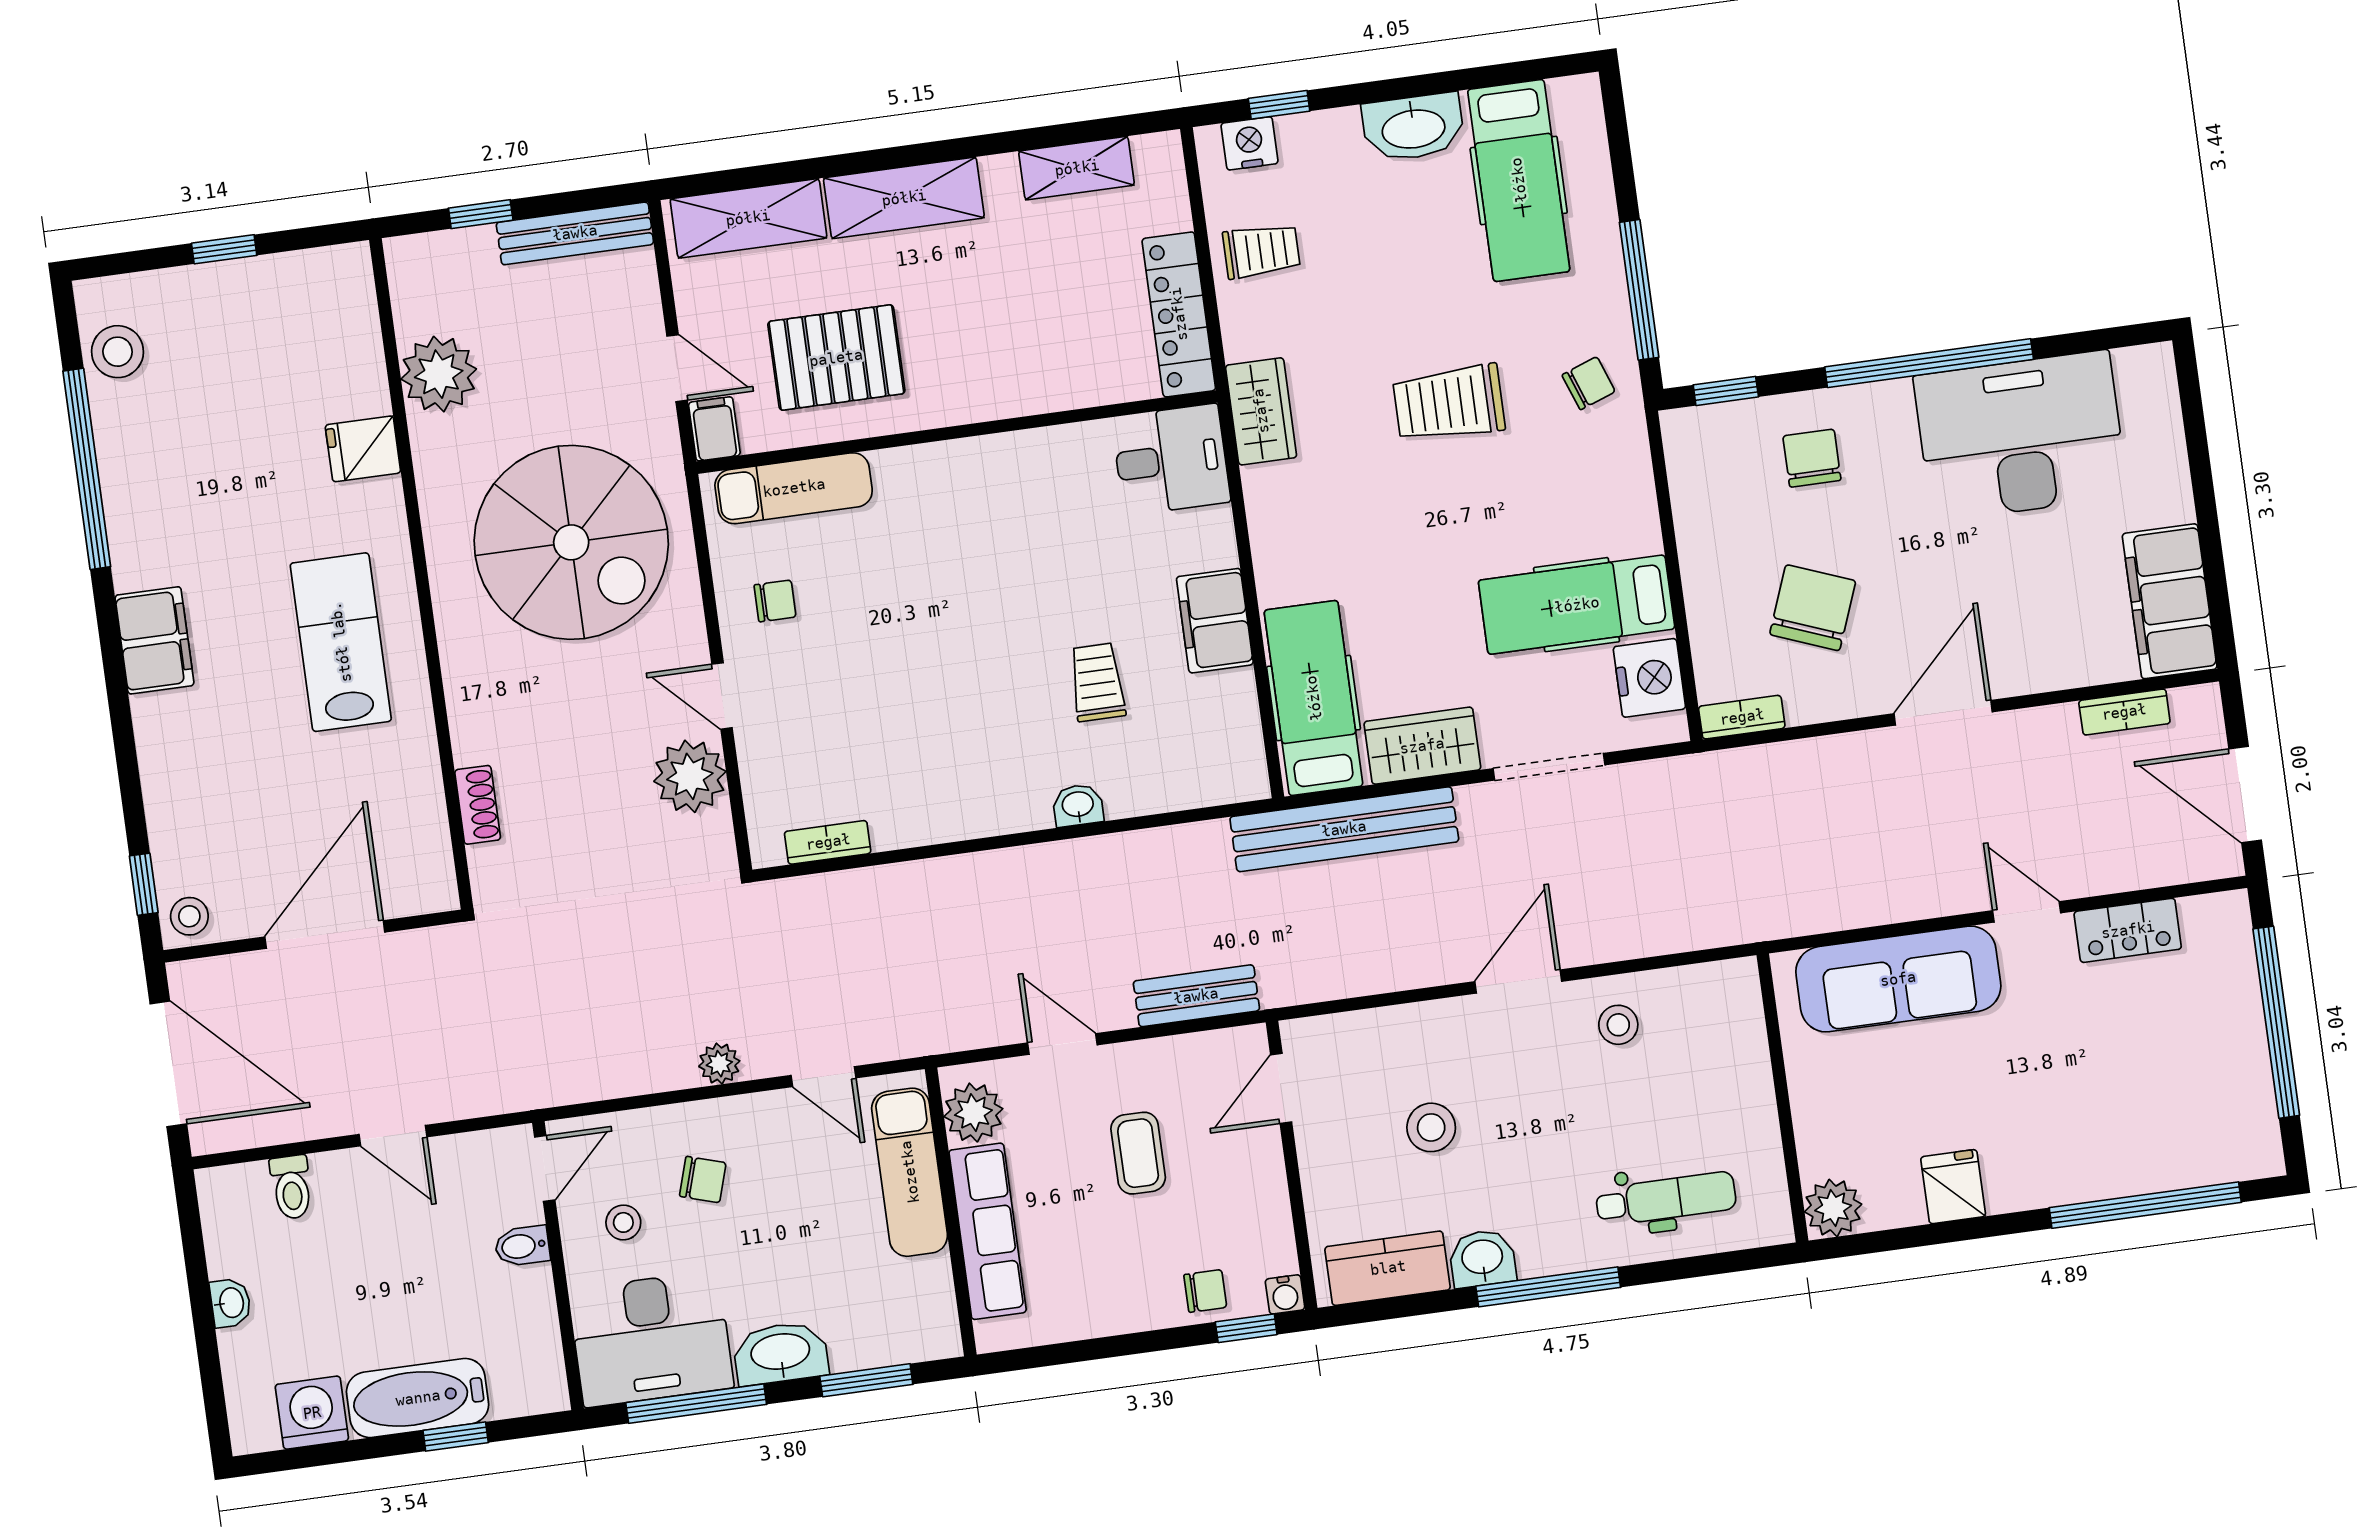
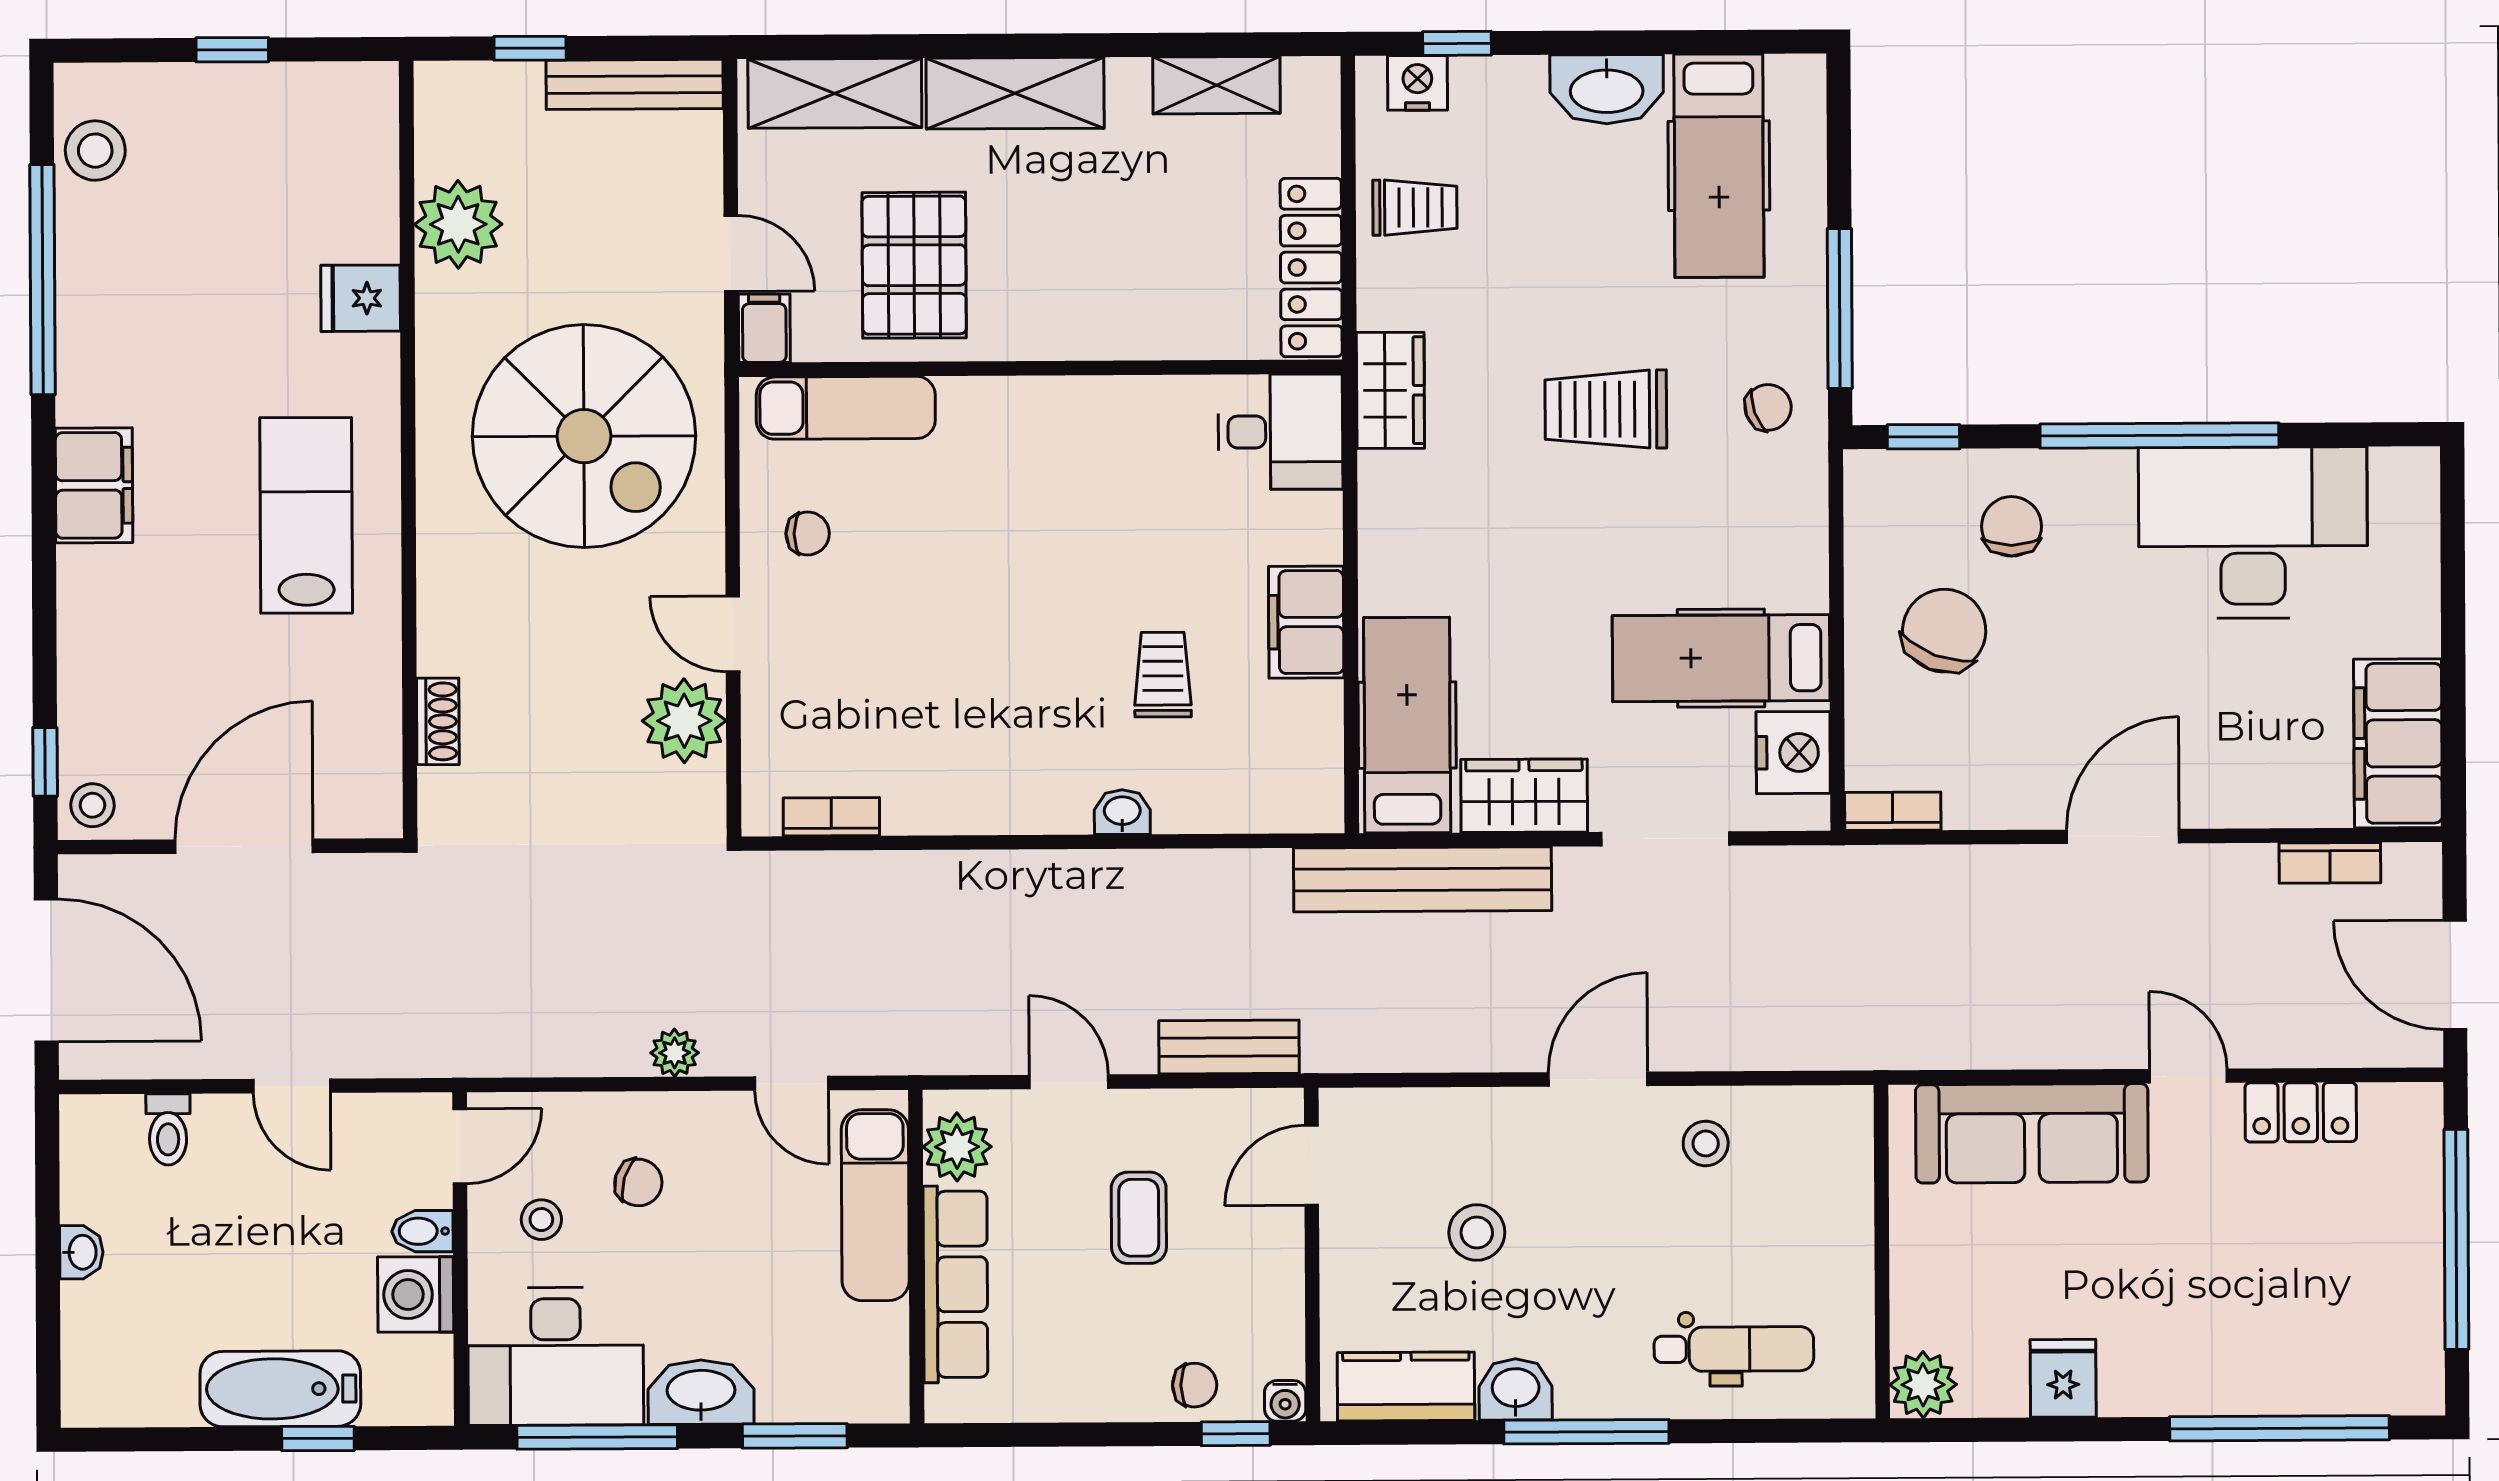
pallet: (836, 358) -> (914, 265), turned 90
chair: (1813, 608) -> (1944, 631), moved
washing machine: (312, 1413) -> (416, 1295), moved, turned -90

